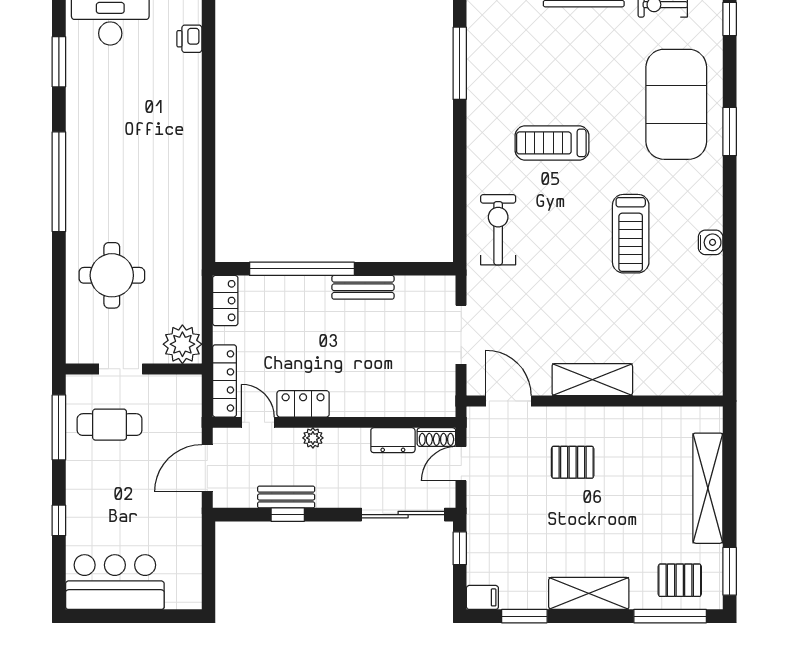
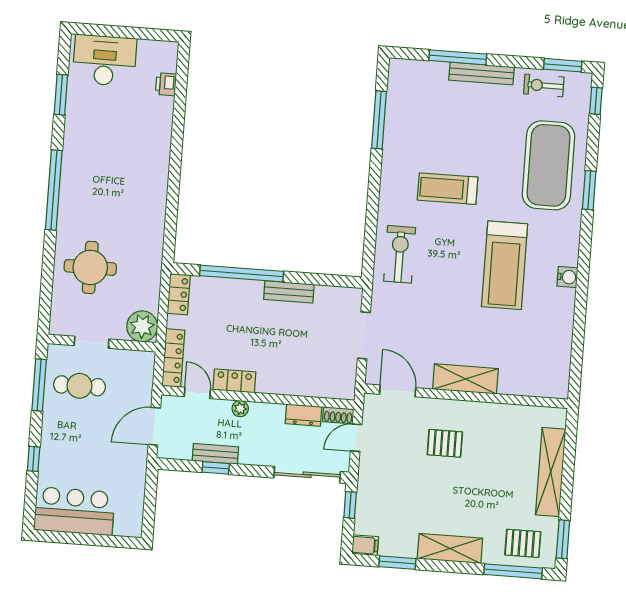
treadmill: (631, 234) -> (505, 265), width x1.37, depth x1.38

